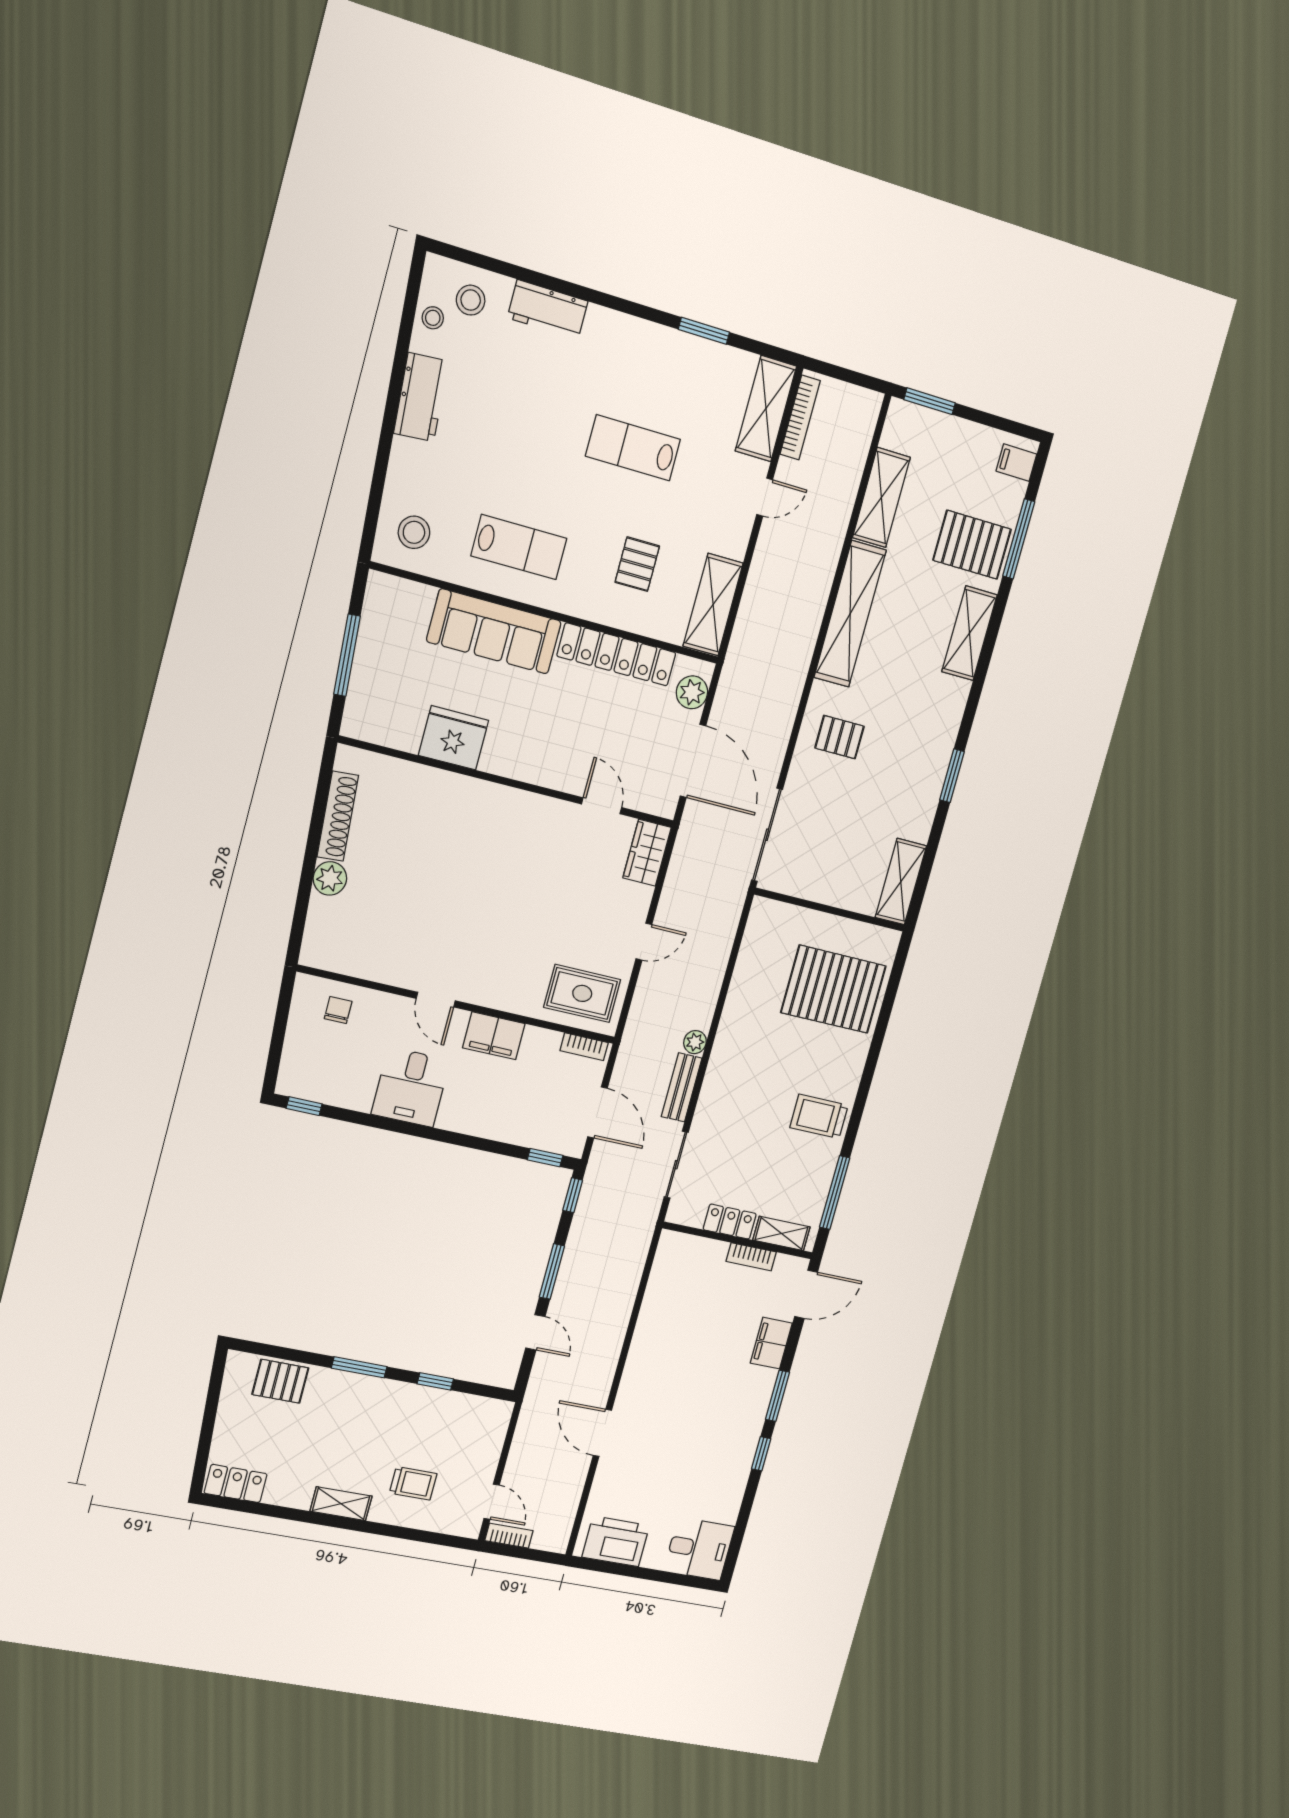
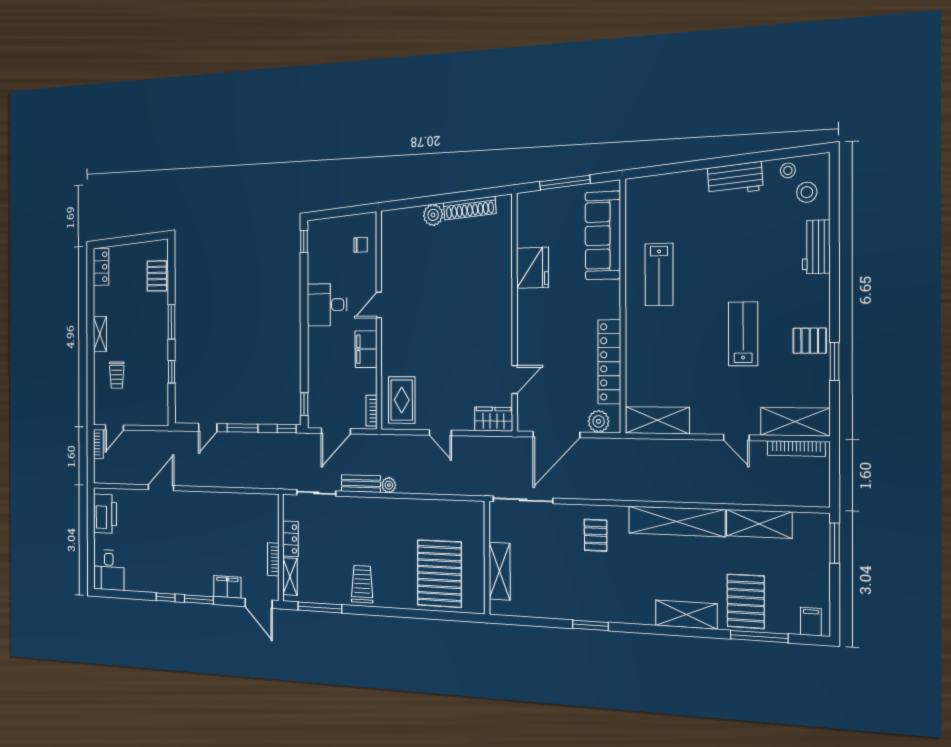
stool: (414, 532) -> (650, 202), removed
pallet: (637, 564) -> (810, 341), moved
sofa: (494, 631) -> (603, 236), moved
shelving: (901, 882) -> (500, 571), moved, turned 90

